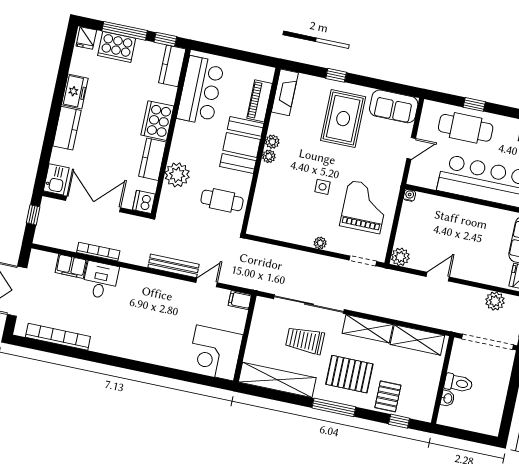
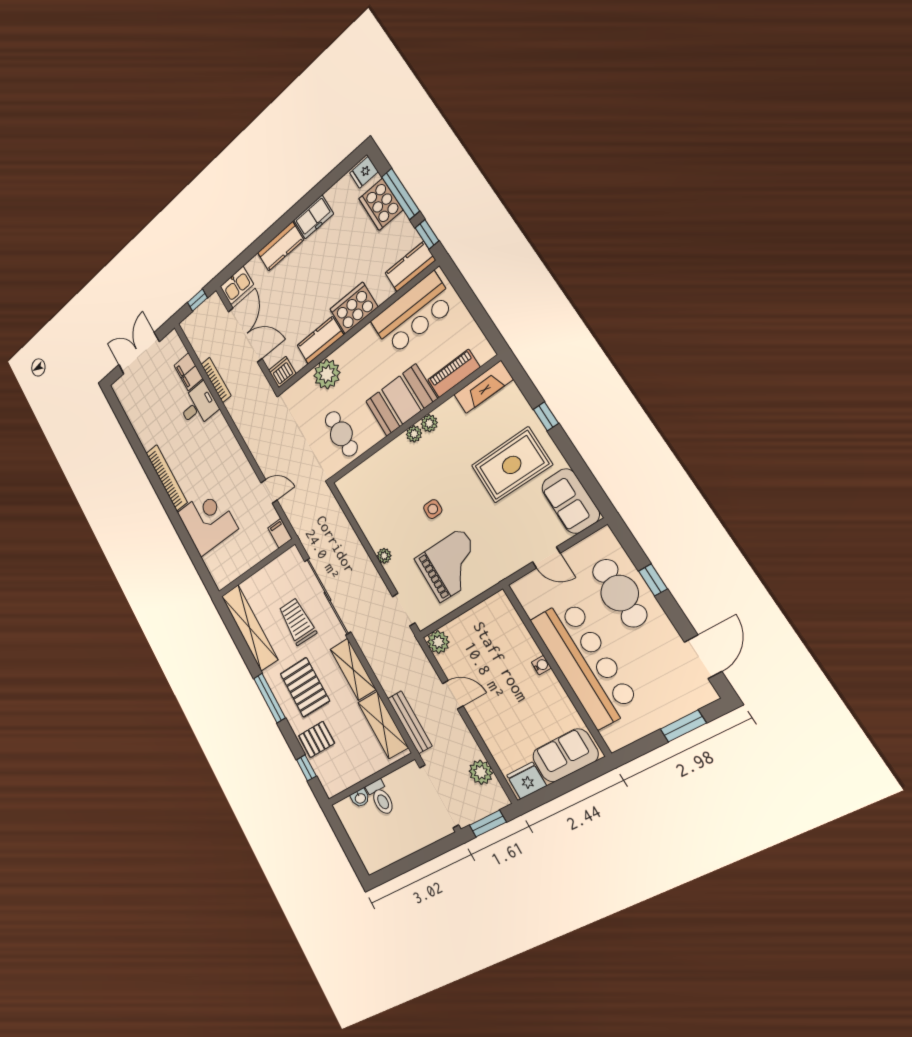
water cooler: (409, 195) -> (541, 665), moved
bench: (173, 266) -> (410, 722), moved
bookcase: (58, 337) -> (167, 478), moved
corner desk: (215, 353) -> (208, 521), moved, turned 90

